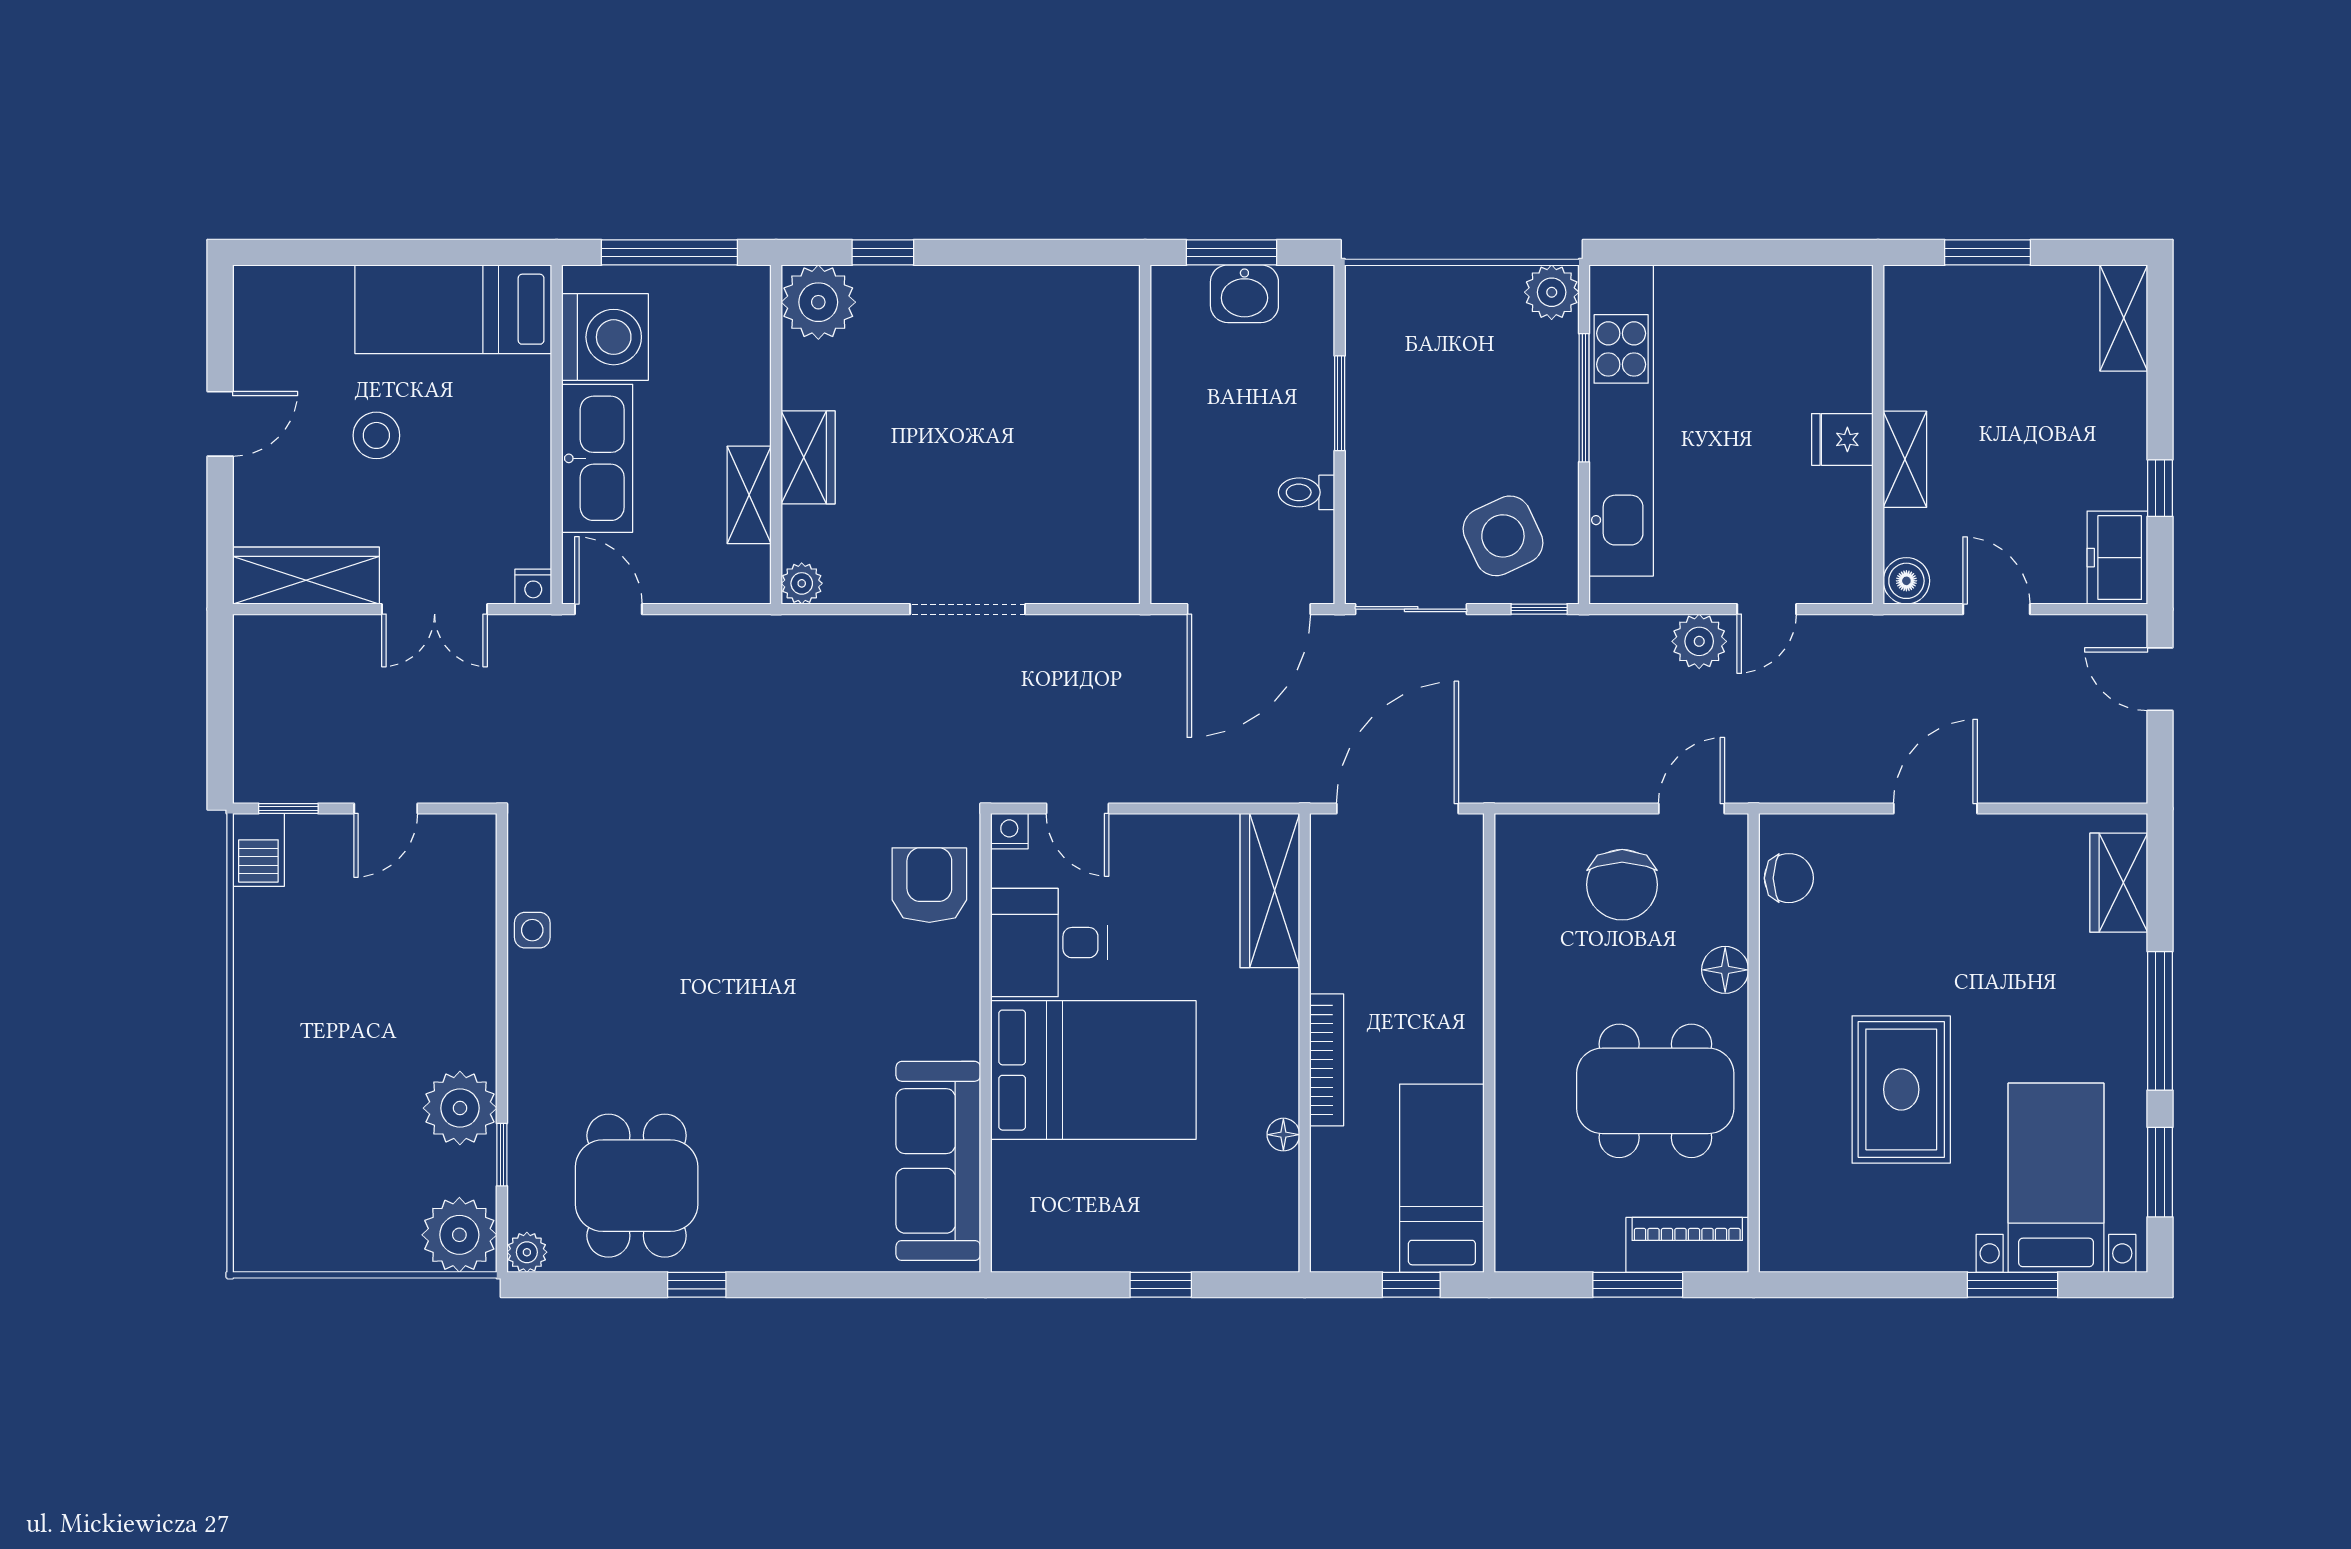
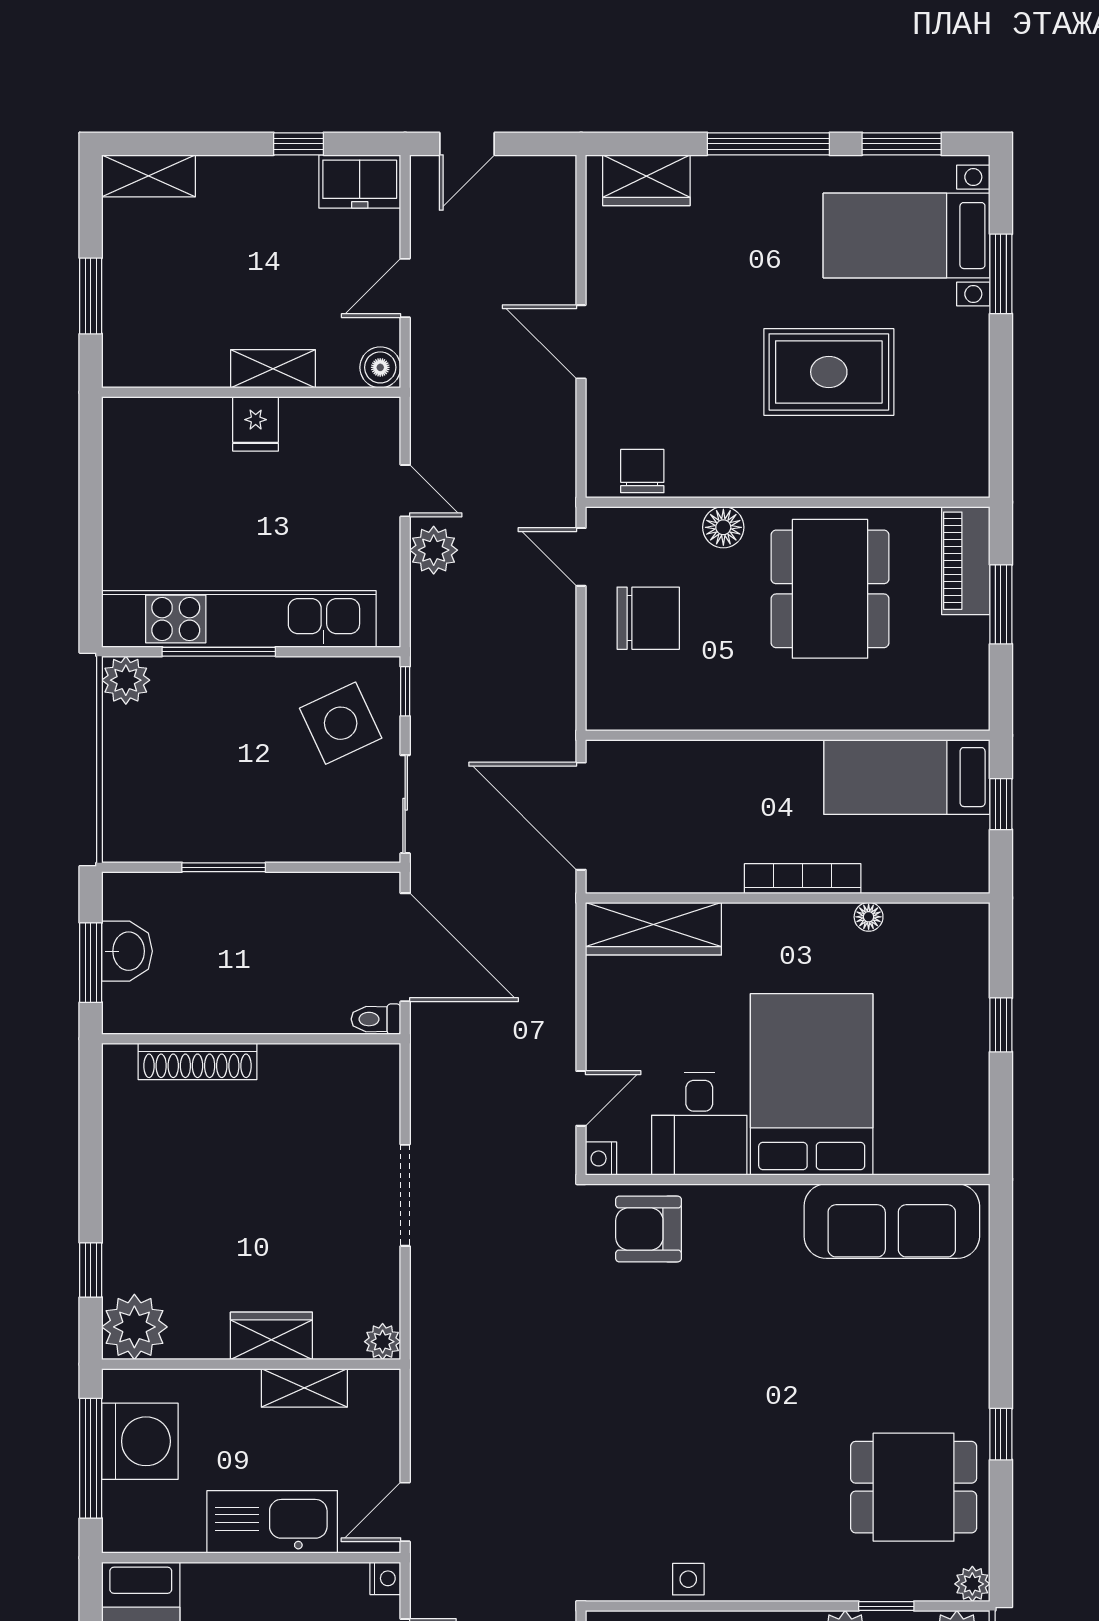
washing machine: (605, 337) -> (140, 1441), moved, turned 90
shoe rack: (1119, 374) -> (198, 1061), added
toilet: (1307, 492) -> (376, 1019), moved, turned 90

